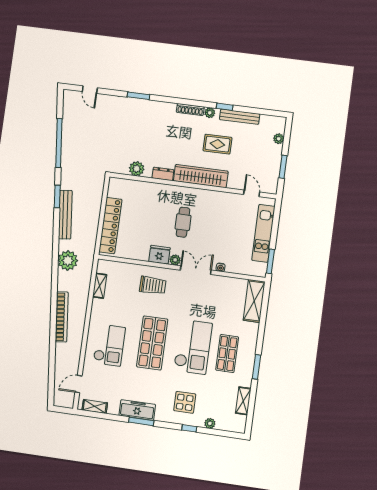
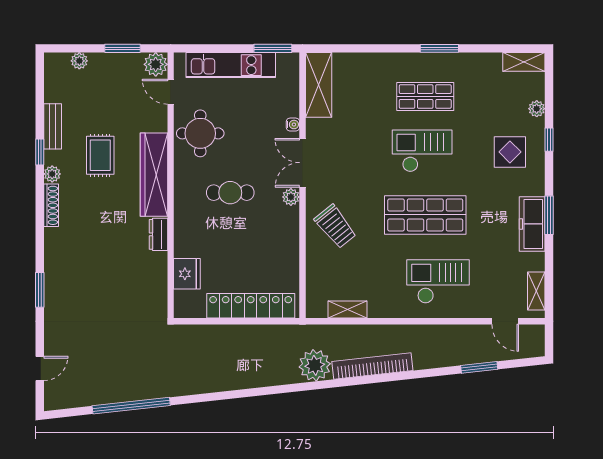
bench: (240, 117) -> (53, 126), width x0.73
plant: (137, 169) -> (156, 64), moved
door: (252, 193) -> (171, 92), hinge flipped
window: (57, 196) -> (479, 367), moved
round table: (223, 208) -> (200, 133), added
bench: (65, 215) -> (243, 380), removed
fridge: (159, 255) -> (187, 274), moved, turned 180
trolley: (153, 285) -> (335, 226), turned 141
shelving: (254, 301) -> (319, 85), moved, turned 90
bookcase: (62, 317) -> (372, 366), moved
checkout: (193, 347) -> (422, 151), width x0.73, depth x0.83
shelving: (243, 401) -> (524, 62), moved

